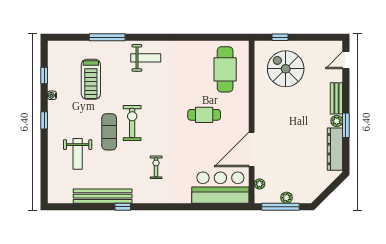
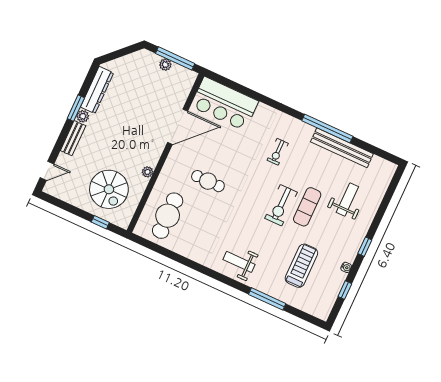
plant: (260, 184) -> (147, 172), moved
window: (123, 207) -> (327, 128), width x3.17

